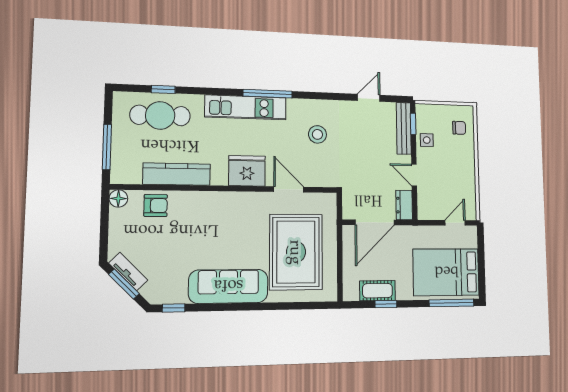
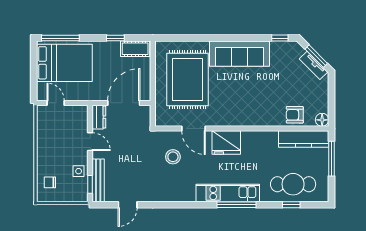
window: (268, 94) -> (236, 205), moved
stool: (317, 134) -> (173, 157), moved
kitchen counter: (177, 174) -> (304, 139), moved
door: (455, 223) -> (56, 103), swing flipped
cot: (377, 291) -> (135, 49), moved

